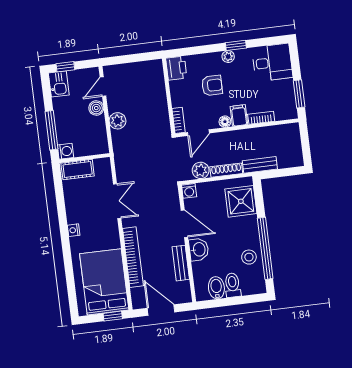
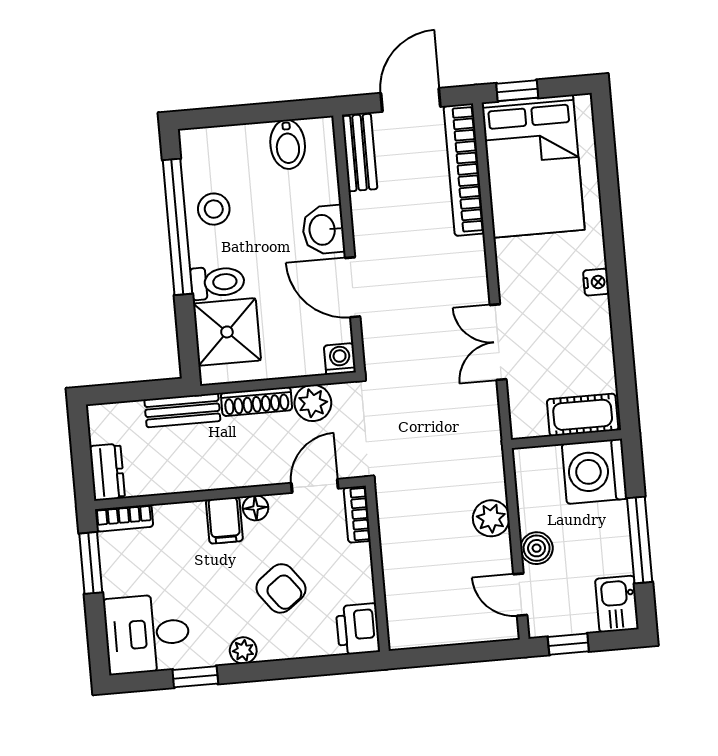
window: (236, 45) -> (195, 677), moved
window: (65, 67) -> (568, 644), moved
armchair: (212, 85) -> (281, 588), turned -127
door: (103, 87) -> (520, 595), swing flipped
bookcase: (261, 118) -> (124, 518), moved
window: (52, 130) -> (640, 540), moved
dresser: (293, 135) -> (107, 472), added
washing machine: (66, 151) -> (595, 471), width x1.89, depth x1.89
bookcase: (133, 257) -> (464, 170), moved
bench: (181, 263) -> (360, 153), moved
toilet: (233, 285) -> (218, 282), moved, turned -90
door: (161, 310) -> (411, 100), swing flipped

